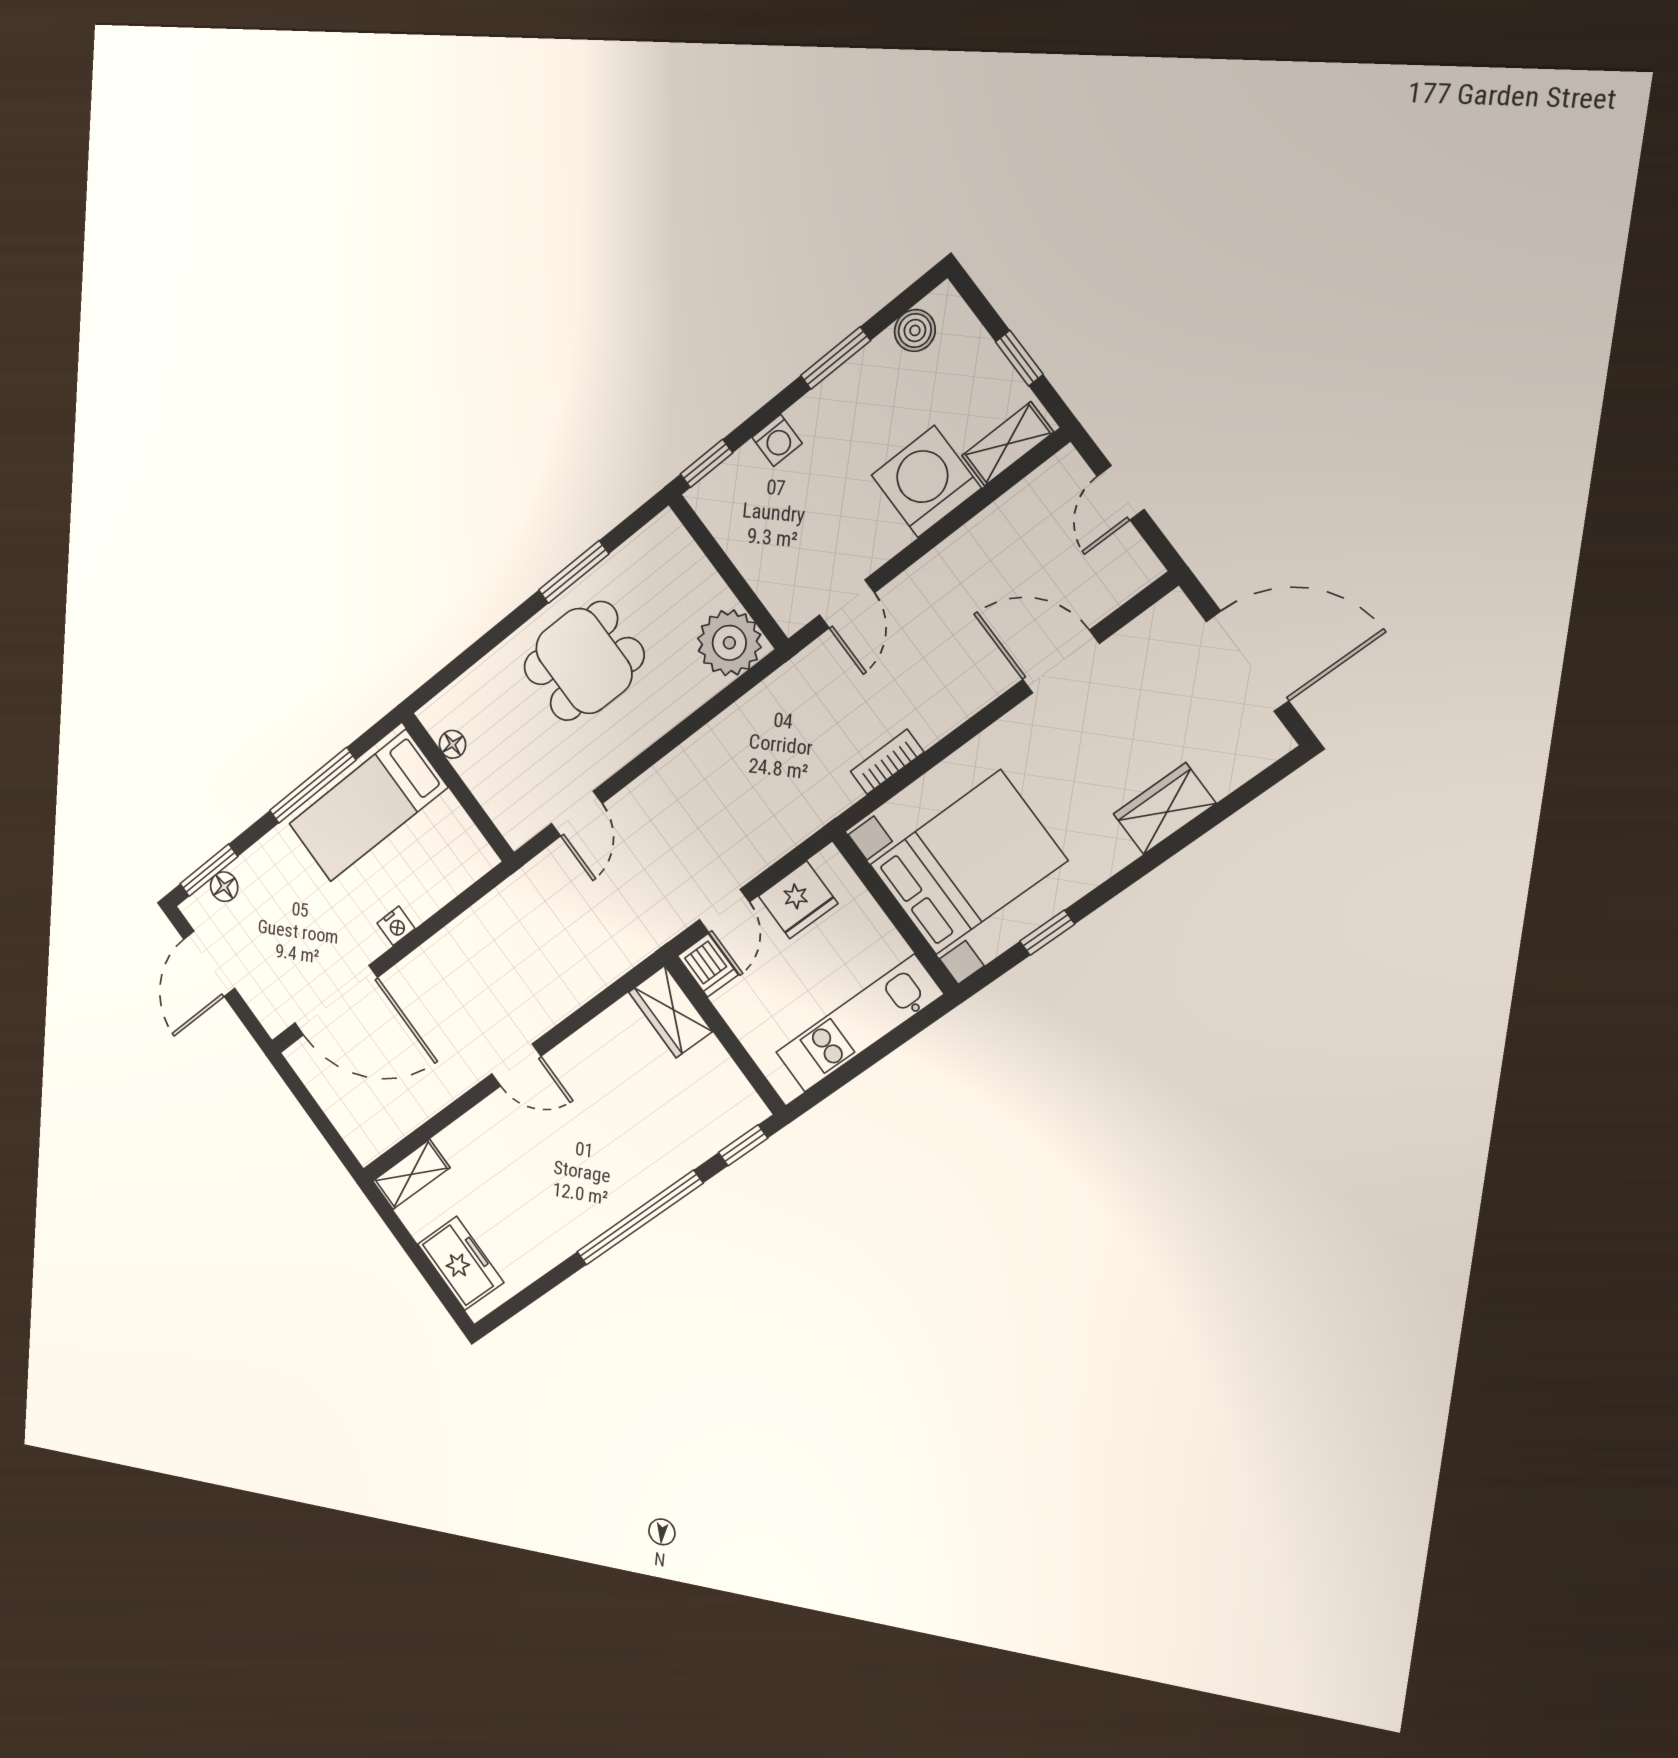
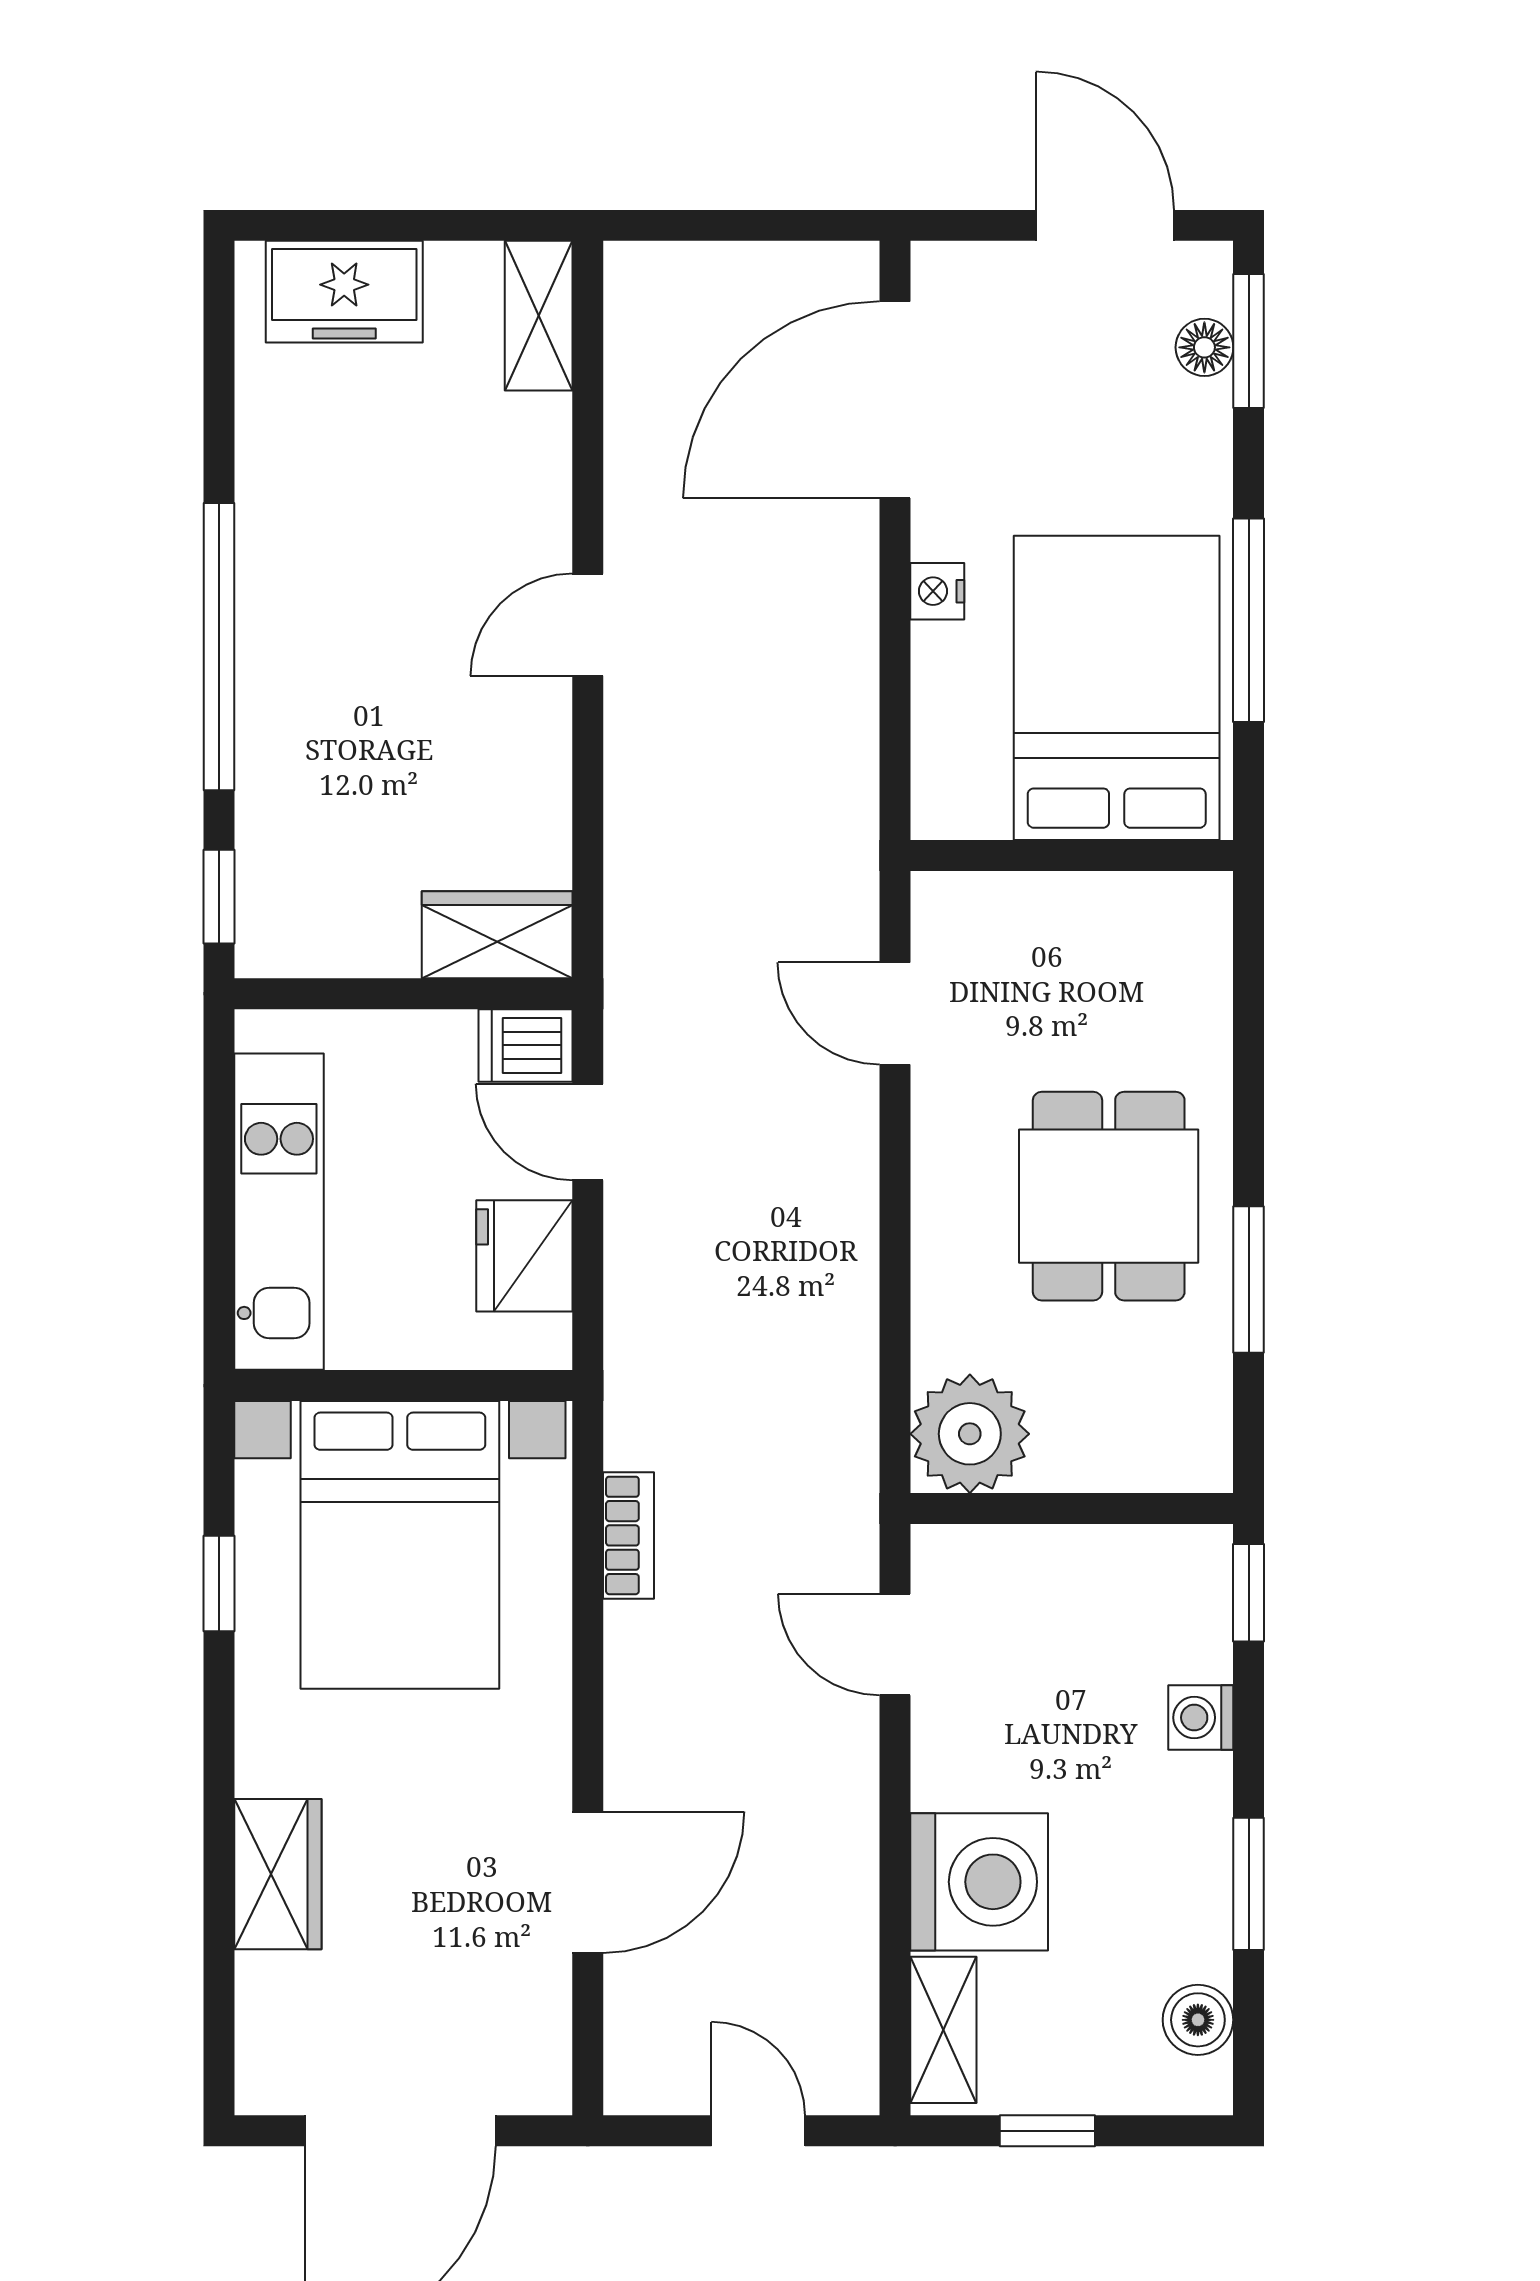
floor lamp: (452, 744) -> (1141, 897), removed
bed: (368, 806) -> (1117, 688), width x1.50

